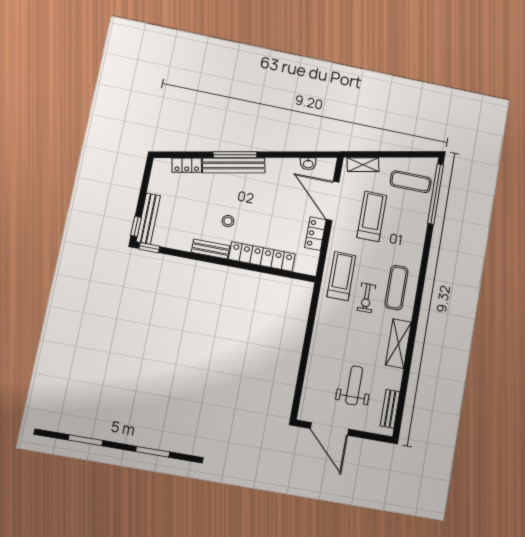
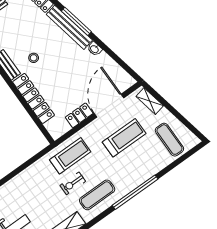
washbasin: (308, 164) -> (95, 49), moved
window: (436, 194) -> (135, 192), moved

